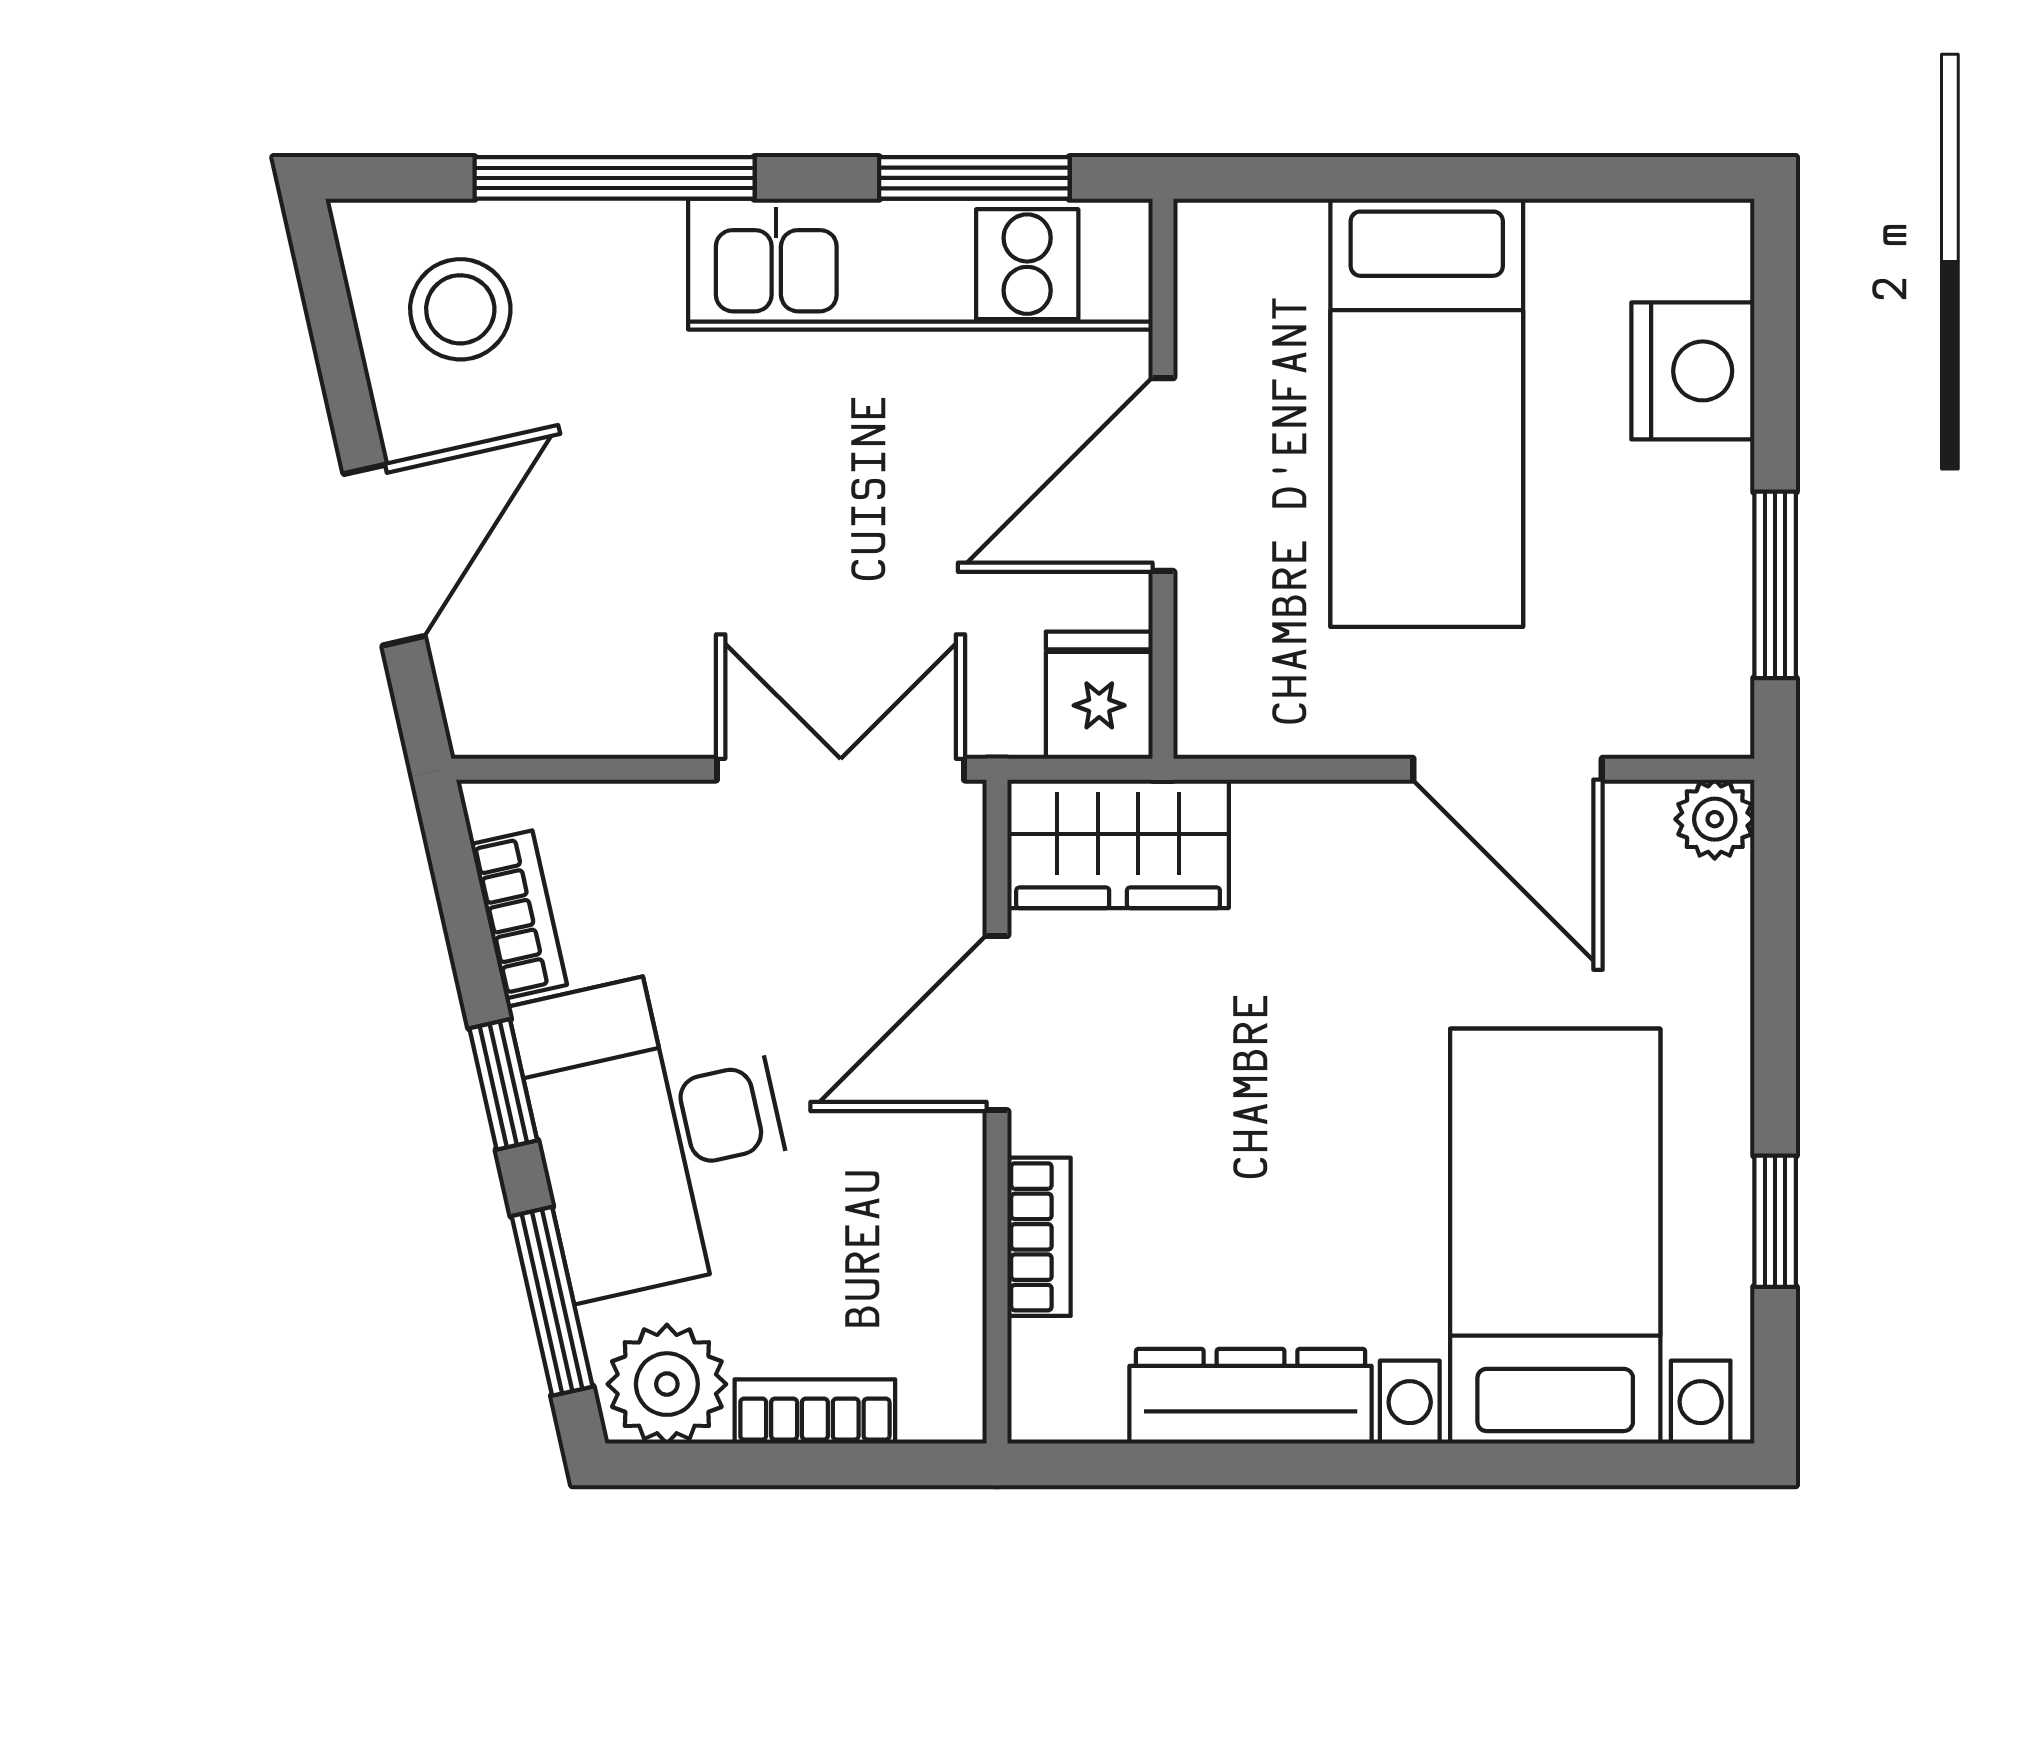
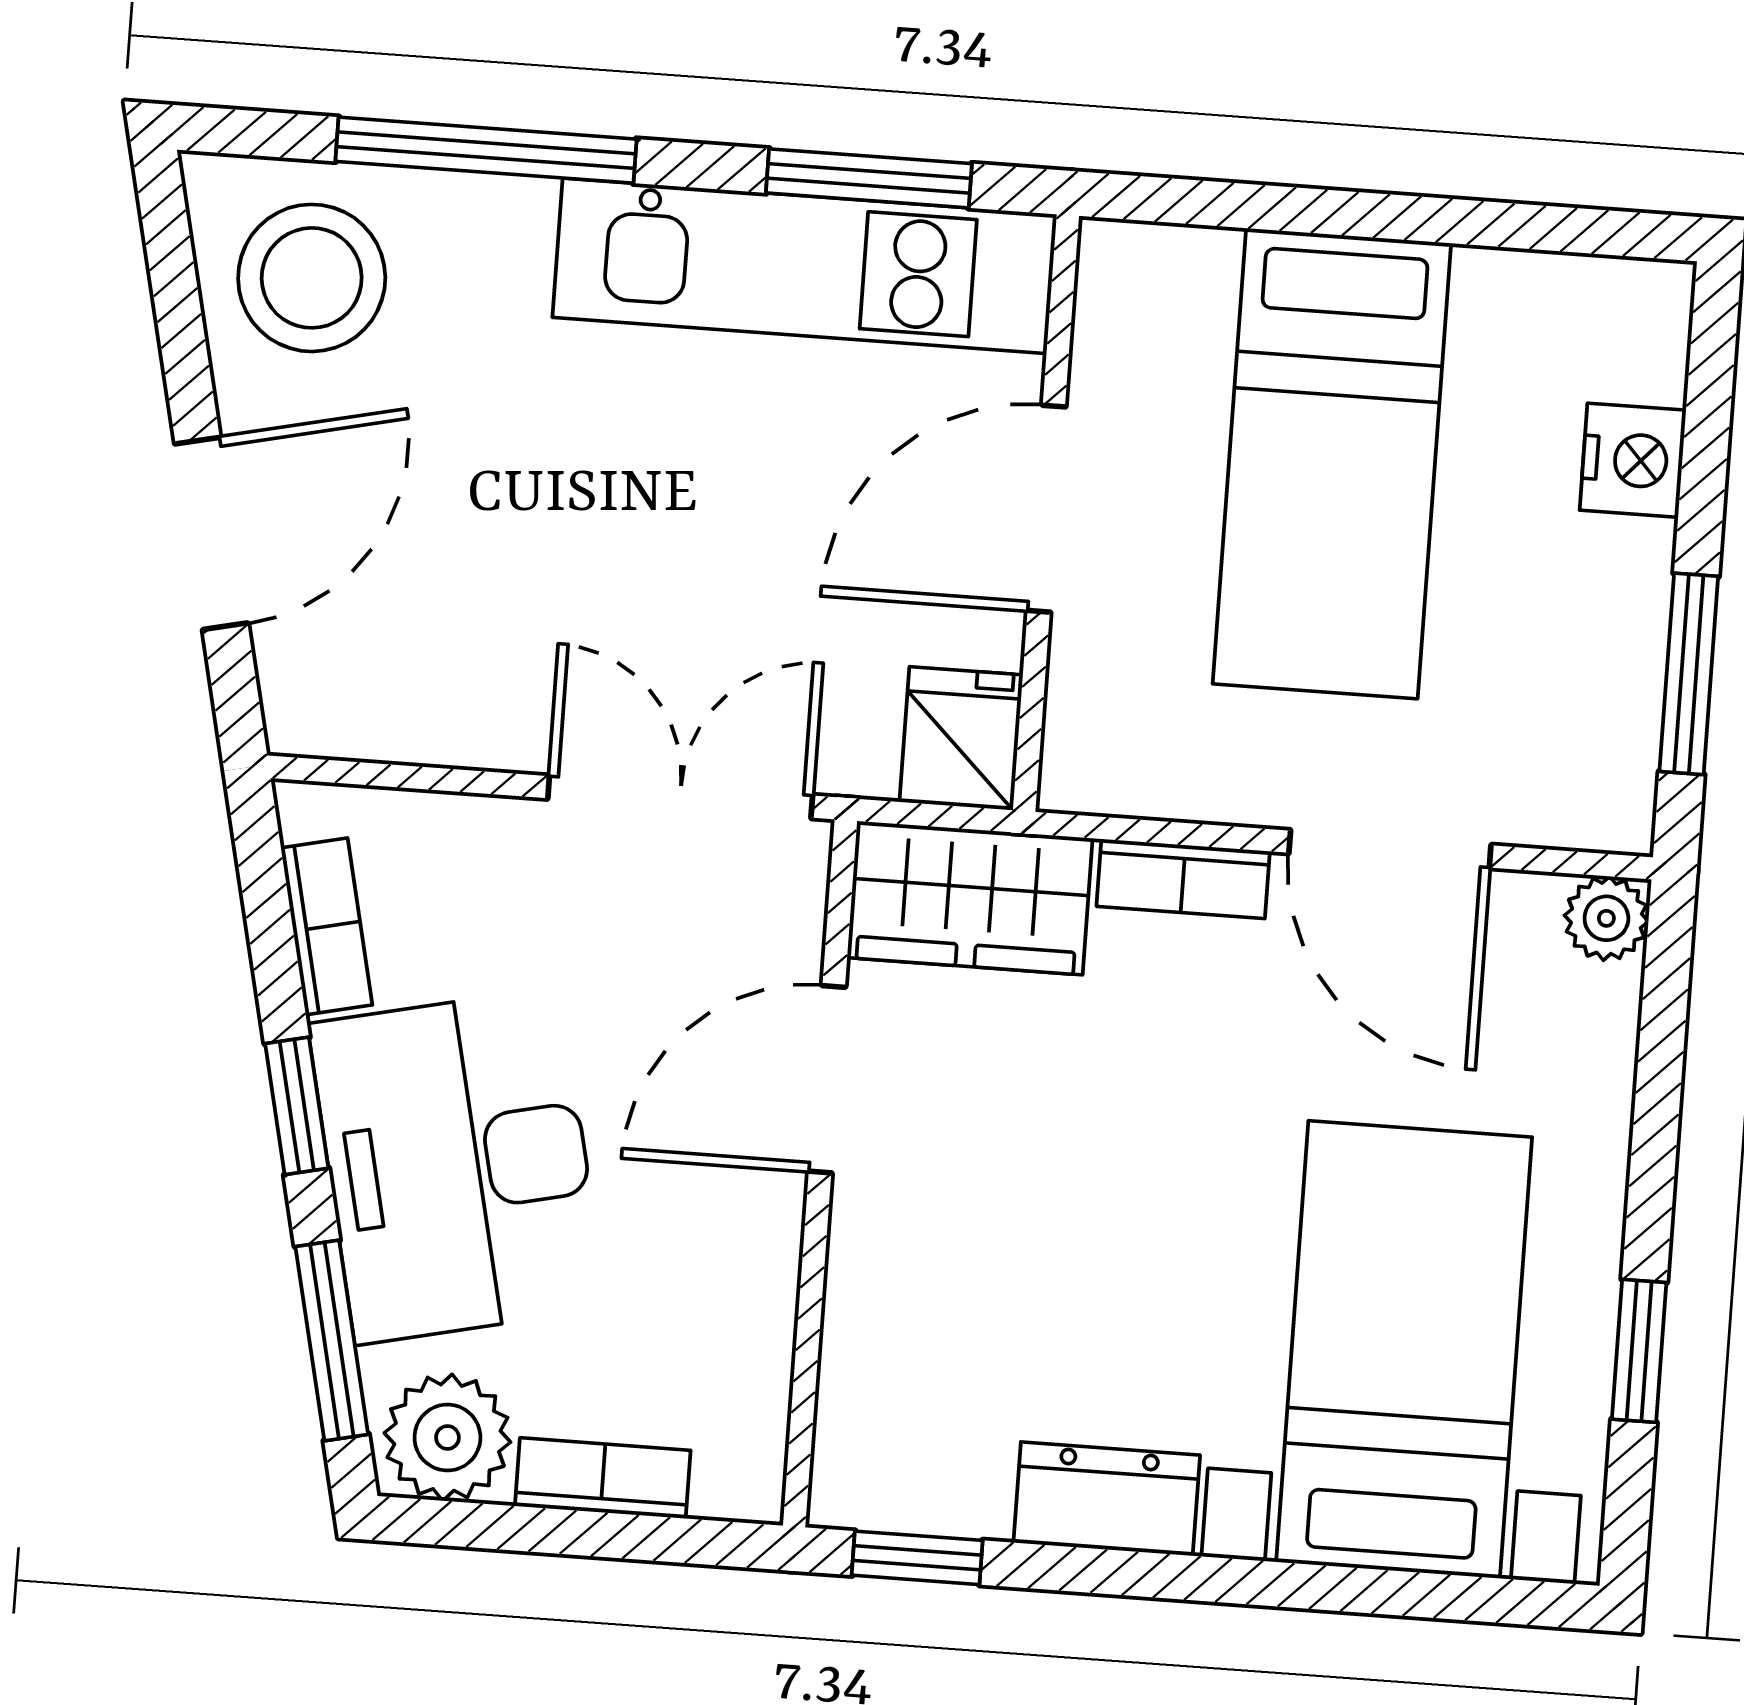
stool: (460, 309) -> (312, 278), width x1.38, depth x1.38
nightstand: (1693, 371) -> (1633, 460), width x0.74, depth x0.75
bookcase: (1039, 1237) -> (1183, 879), moved, turned 90
dresser: (1251, 1396) -> (1107, 1499), width x0.70
window: (1114, 1464) -> (917, 1558), added

